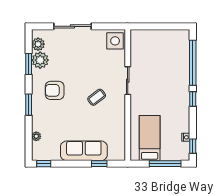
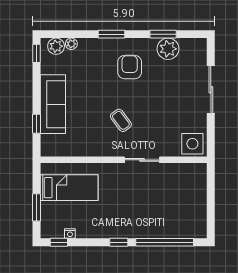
plant: (38, 44) -> (56, 46), moved
window: (165, 164) -> (37, 207), width x0.69

